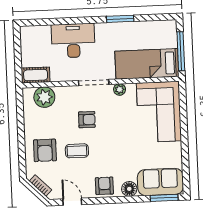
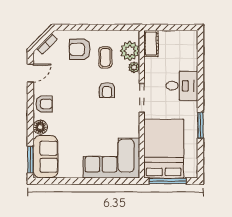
desk: (73, 41) -> (182, 86), width x0.73
bed: (147, 64) -> (164, 149), width x1.50
plant: (120, 89) -> (134, 67), moved
coffee table: (77, 151) -> (105, 57), moved

